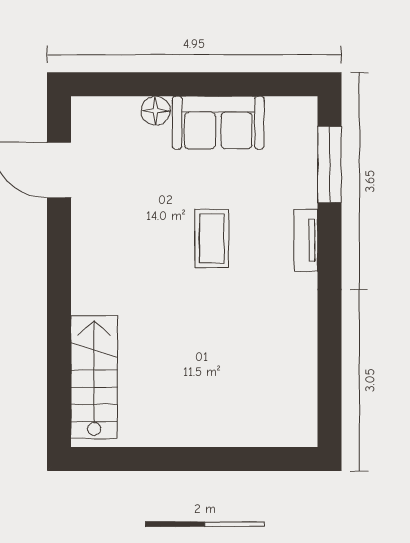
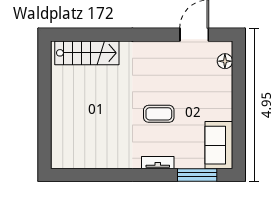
floor lamp: (156, 111) -> (225, 61), moved
sofa: (218, 123) -> (219, 145), moved

